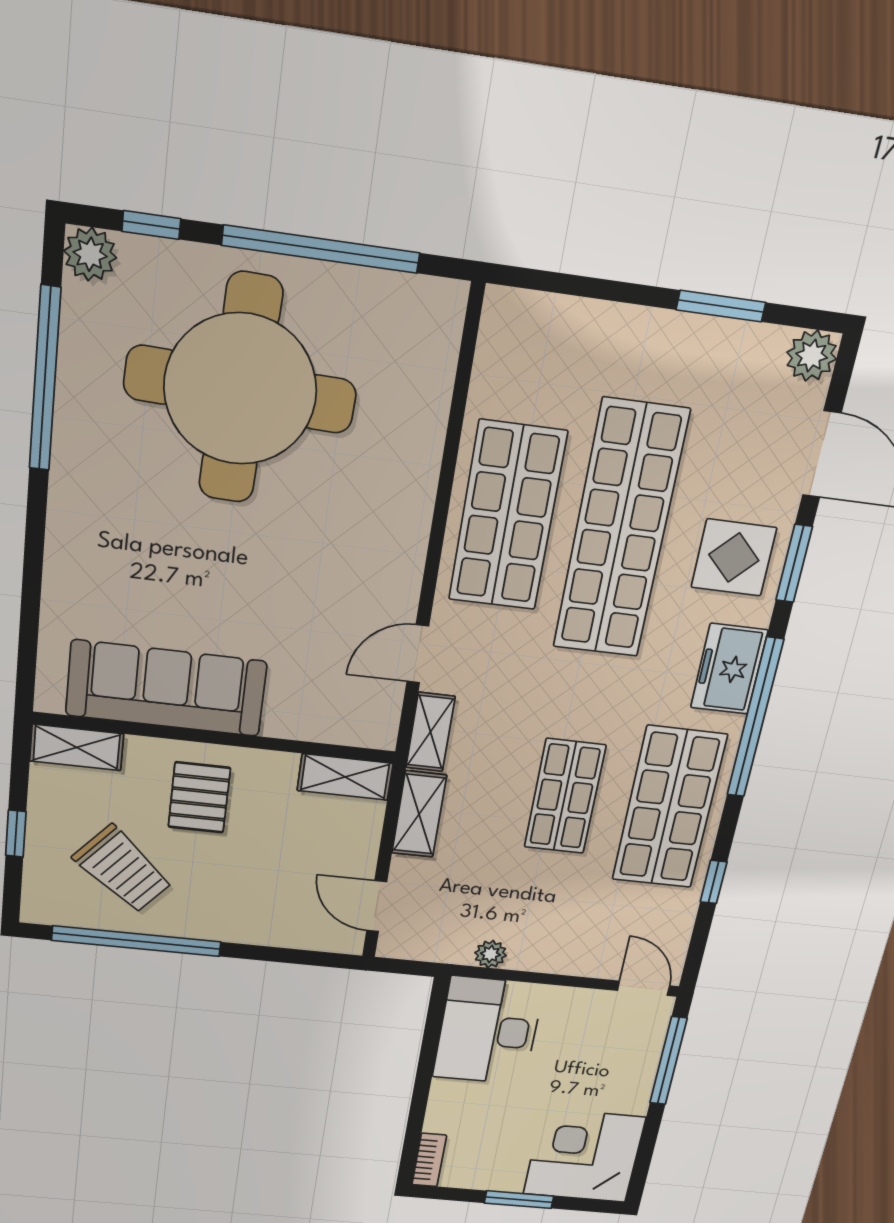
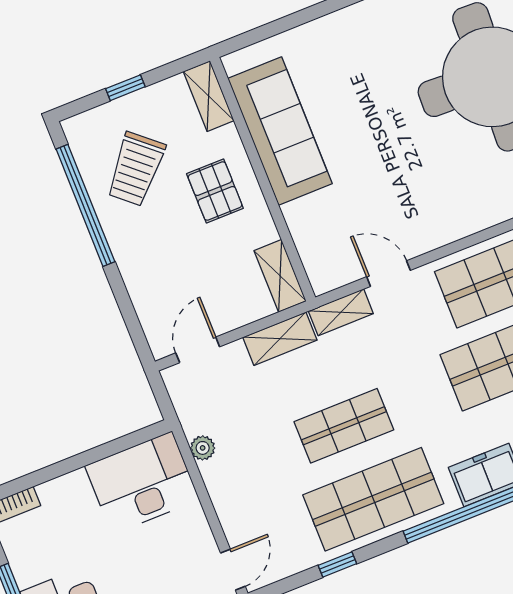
pallet: (199, 797) -> (215, 191), turned 90

